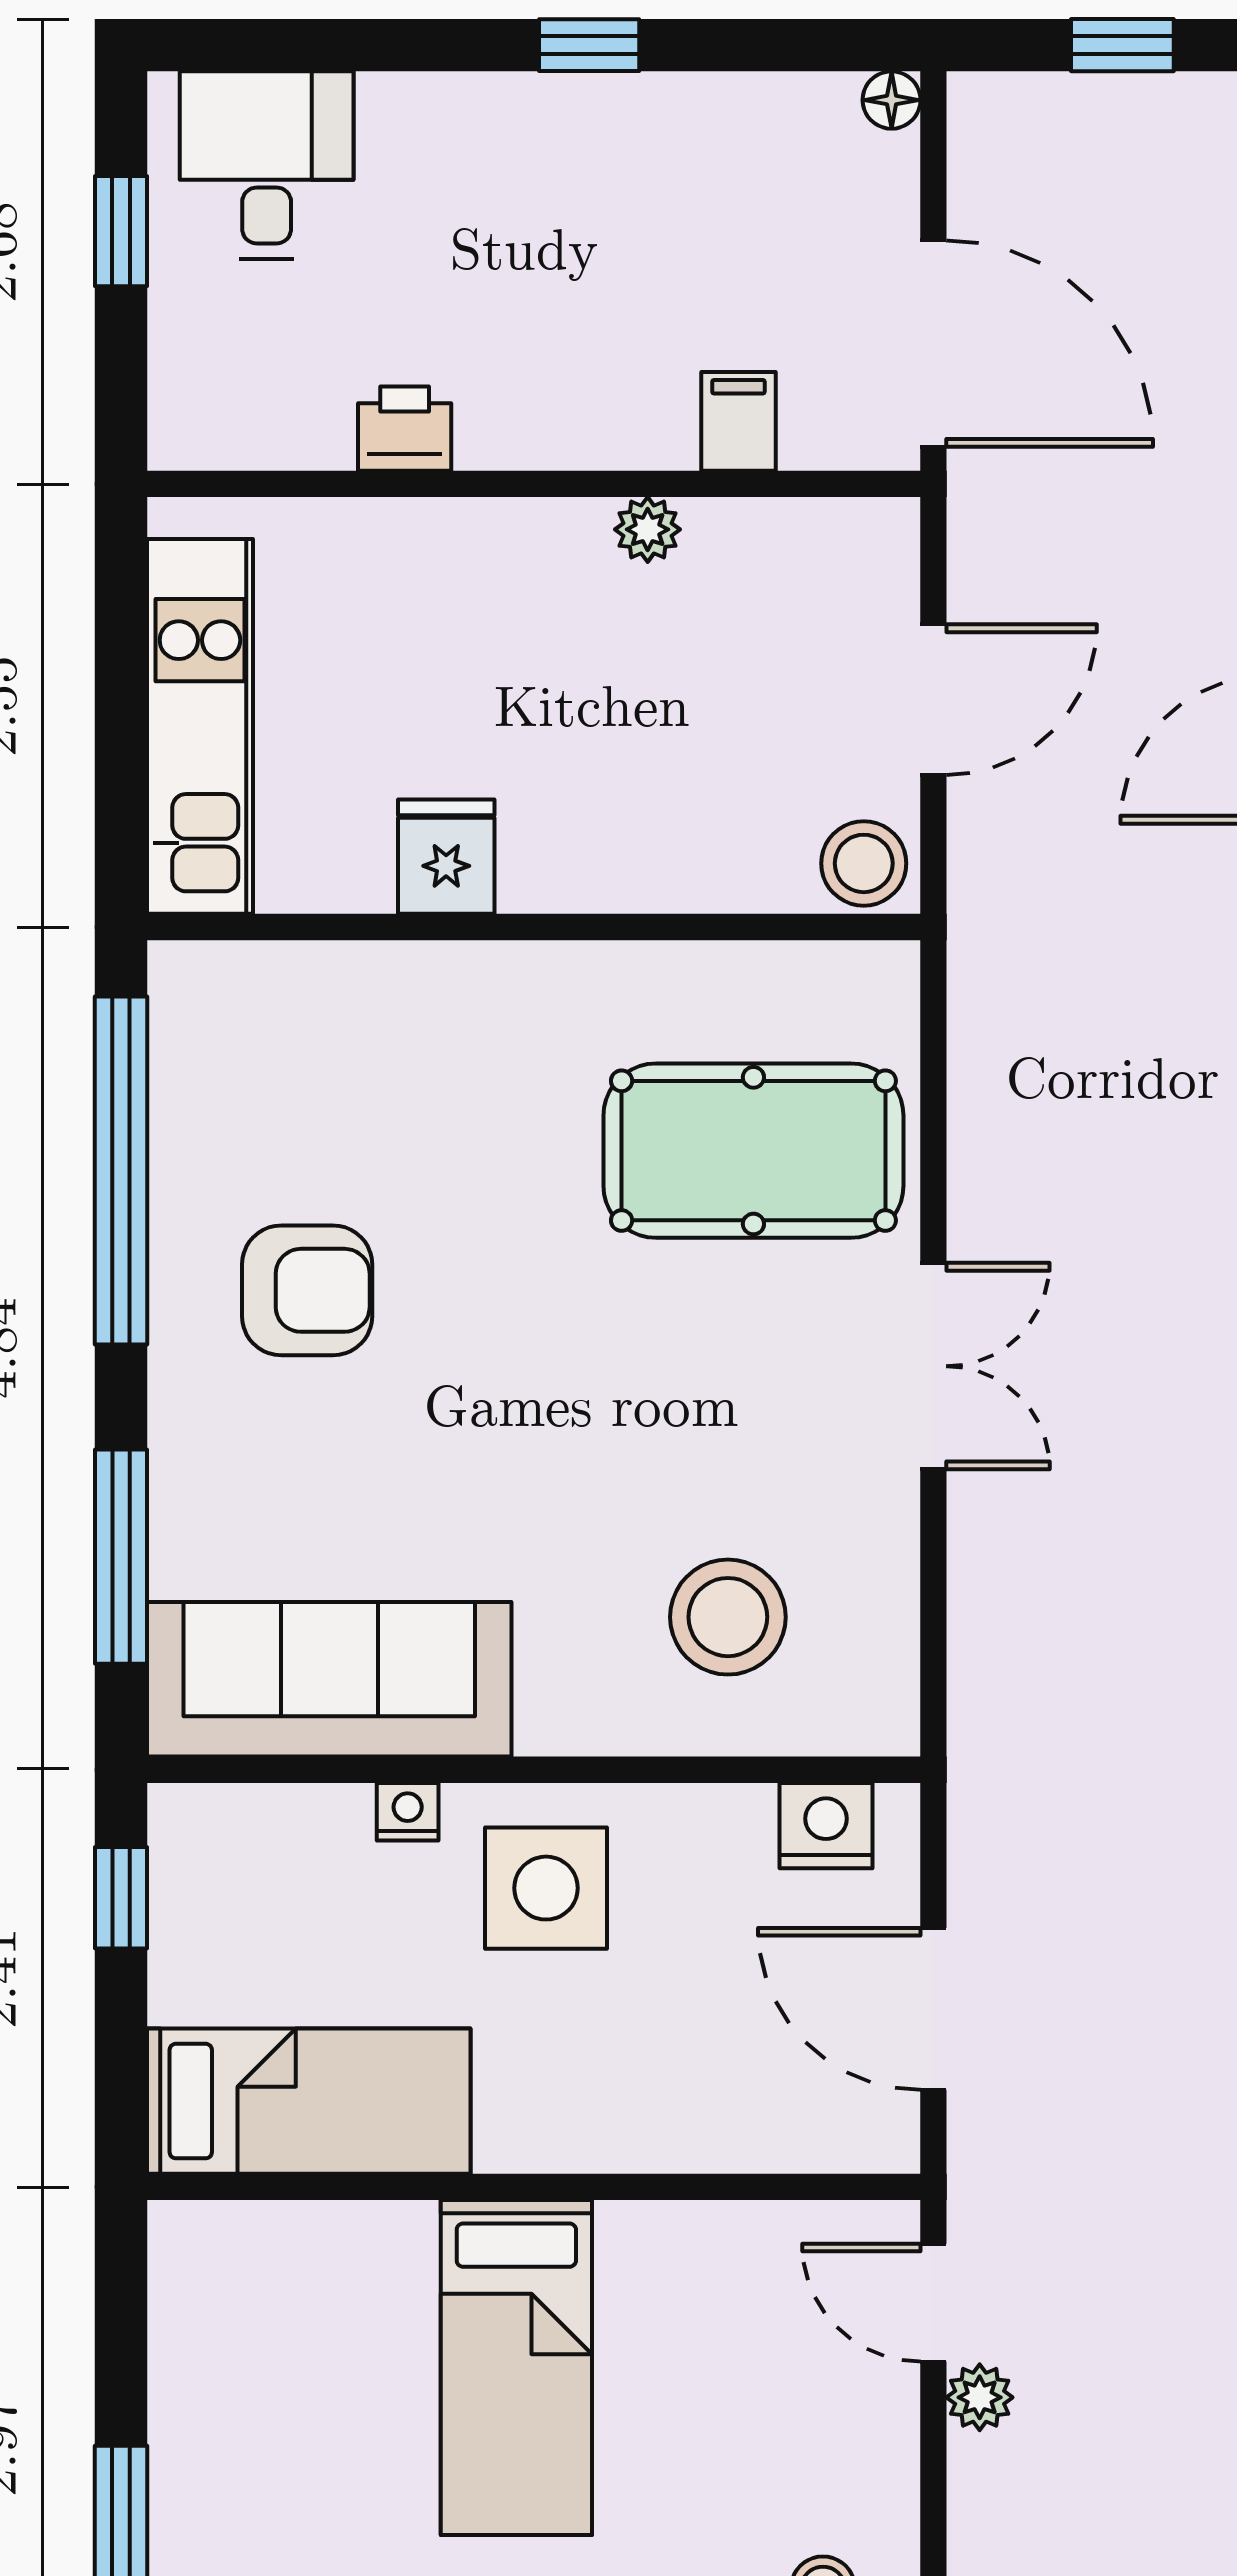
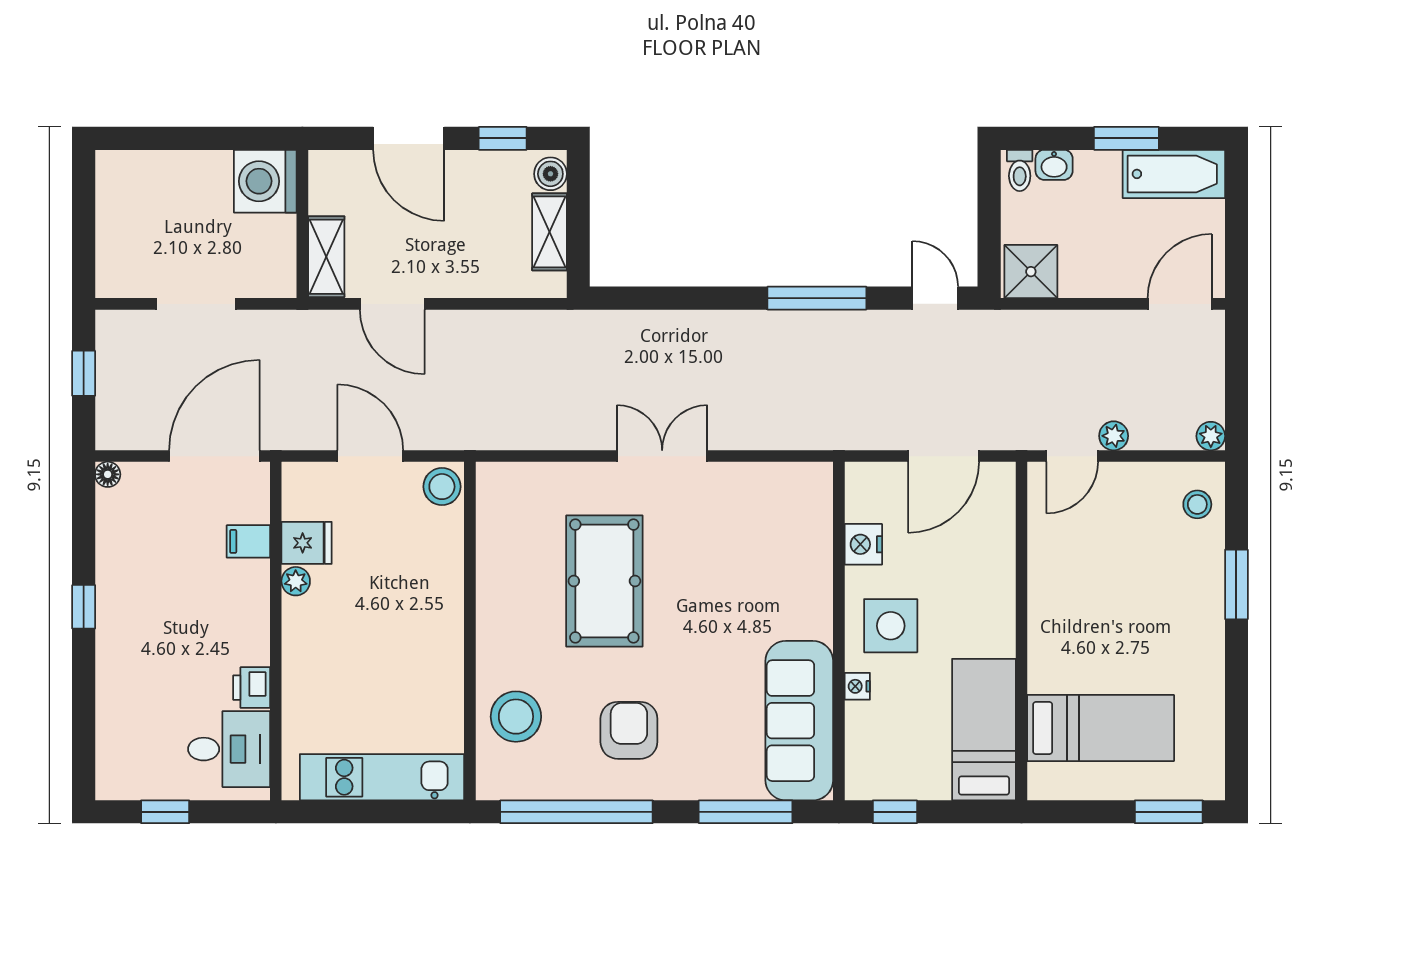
desk: (267, 165) -> (229, 749), moved, turned 180
fridge: (446, 857) -> (307, 543), moved, turned 180
pool table: (753, 1151) -> (604, 581), moved
stool: (728, 1617) -> (516, 717), moved
nightstand: (826, 1826) -> (863, 544), moved
bed: (516, 2367) -> (1101, 728), moved

